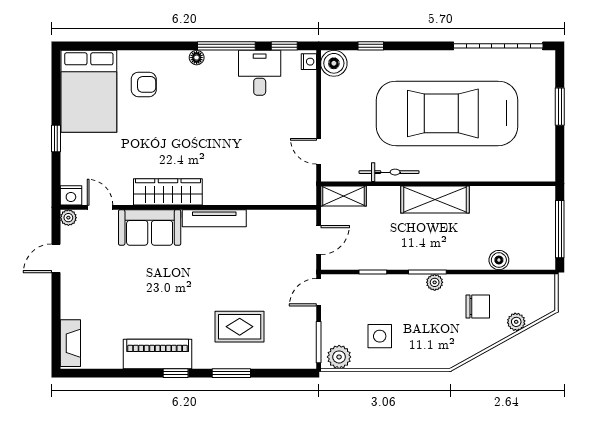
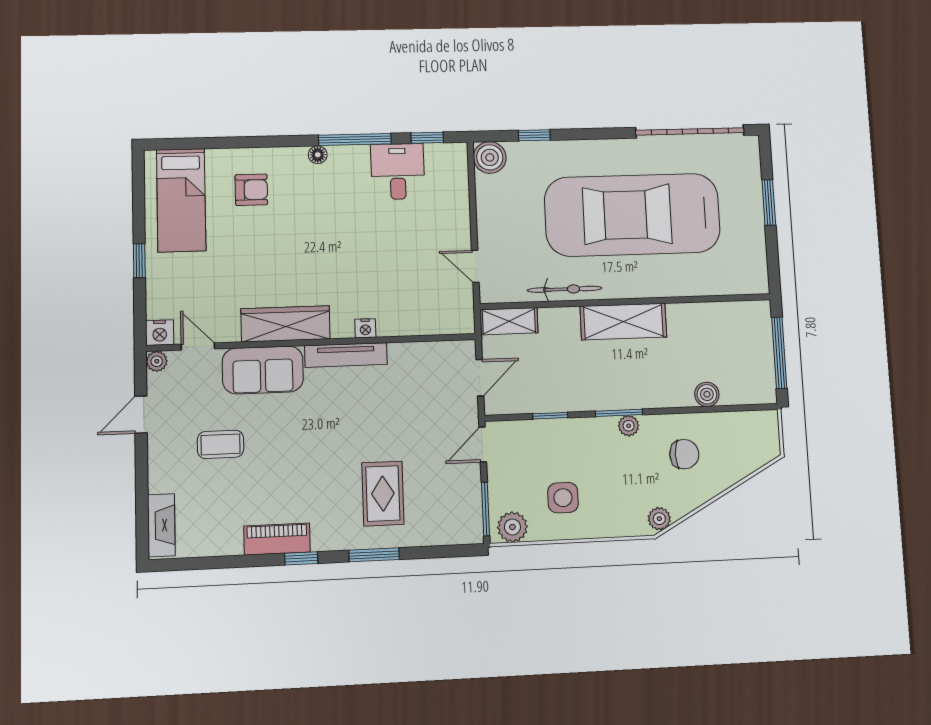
nightstand: (309, 62) -> (365, 328), moved, turned 90
bed: (89, 91) -> (181, 200), width x0.67
coffee table: (116, 284) -> (220, 444), added
plant: (516, 322) -> (659, 519), moved
rug: (240, 327) -> (383, 494), turned 90
piano: (158, 354) -> (277, 539), width x0.73, depth x0.75

